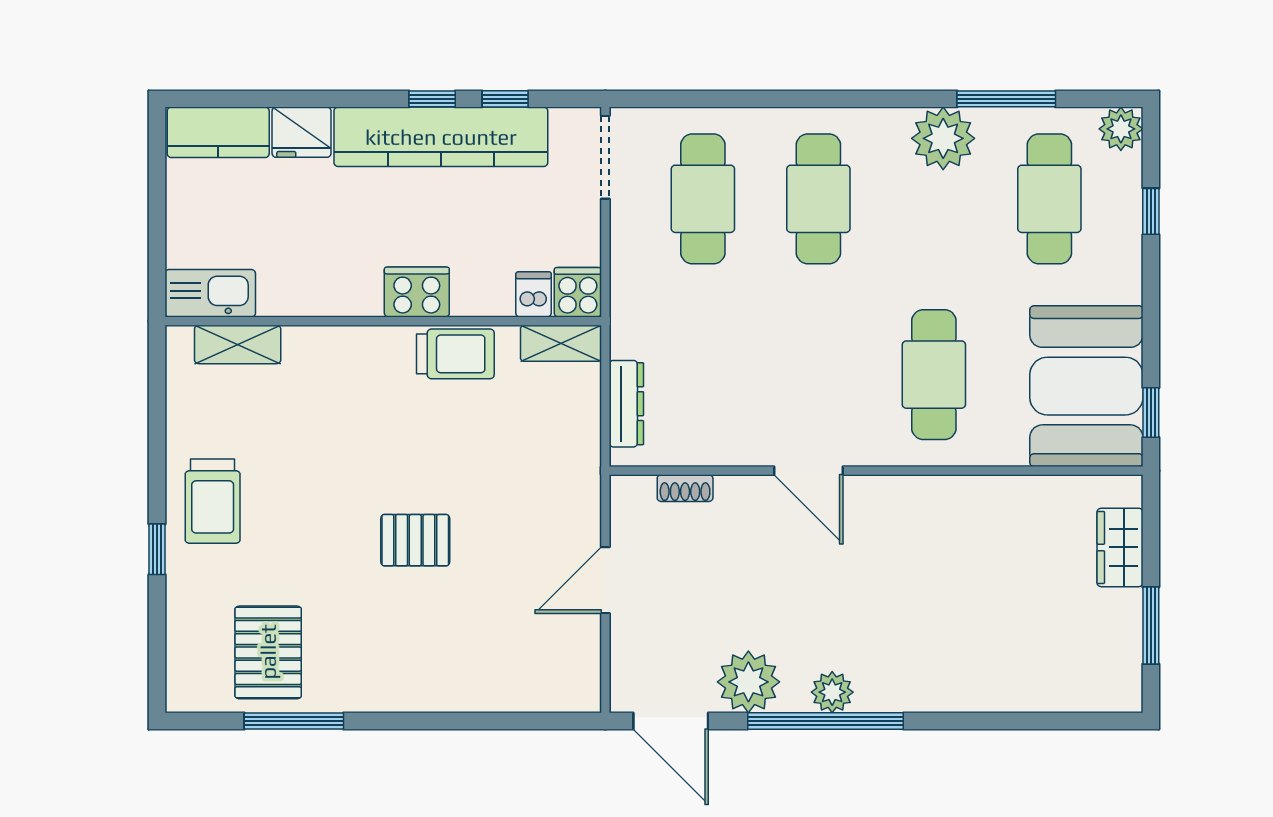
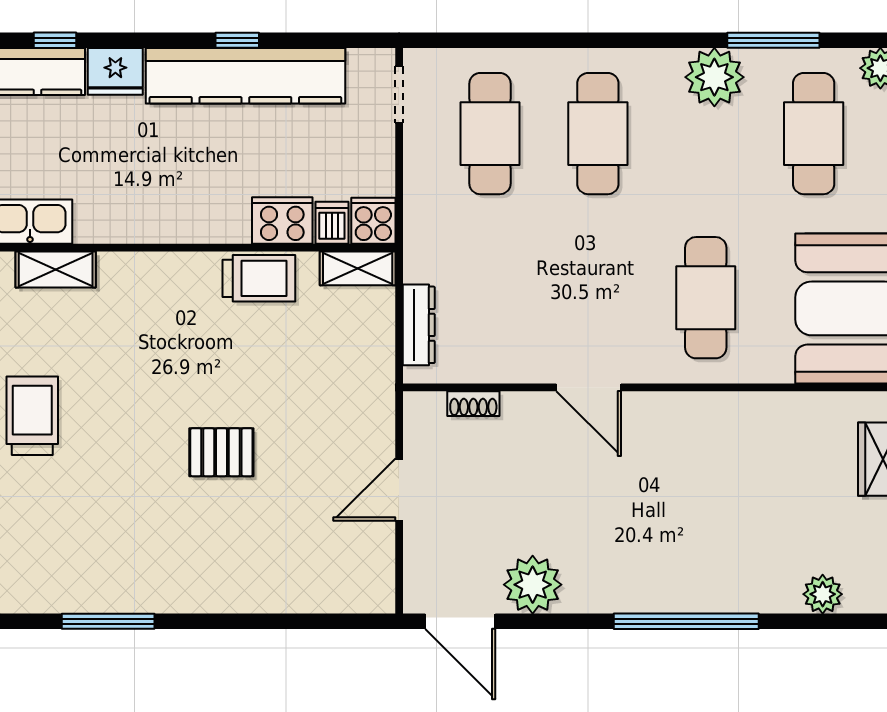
window: (505, 99) -> (55, 40), moved
doorway: (605, 157) -> (399, 95), width x0.73
cooker: (417, 292) -> (282, 221), moved
trolley: (213, 501) -> (32, 416), turned 180
pallet: (268, 652) -> (84, 557), removed
plant: (832, 692) -> (823, 594), moved
window: (825, 721) -> (686, 621), moved

